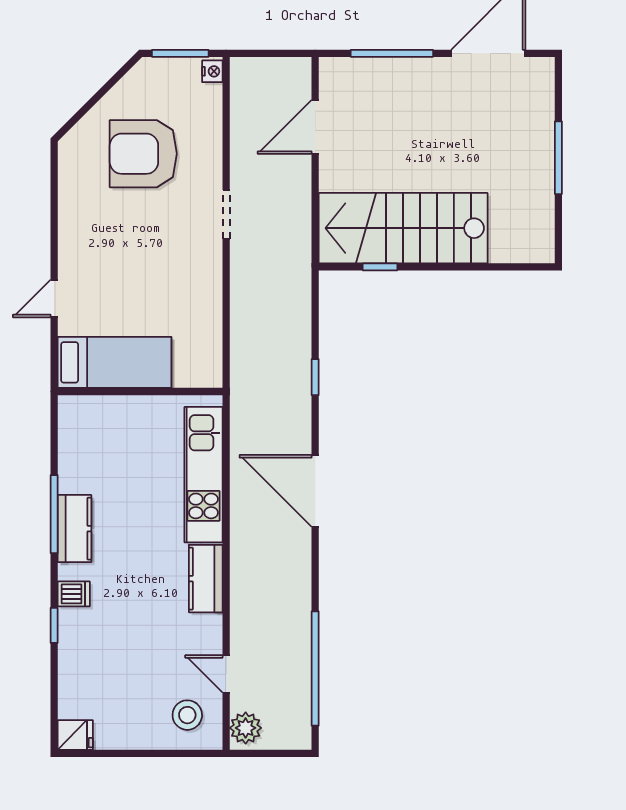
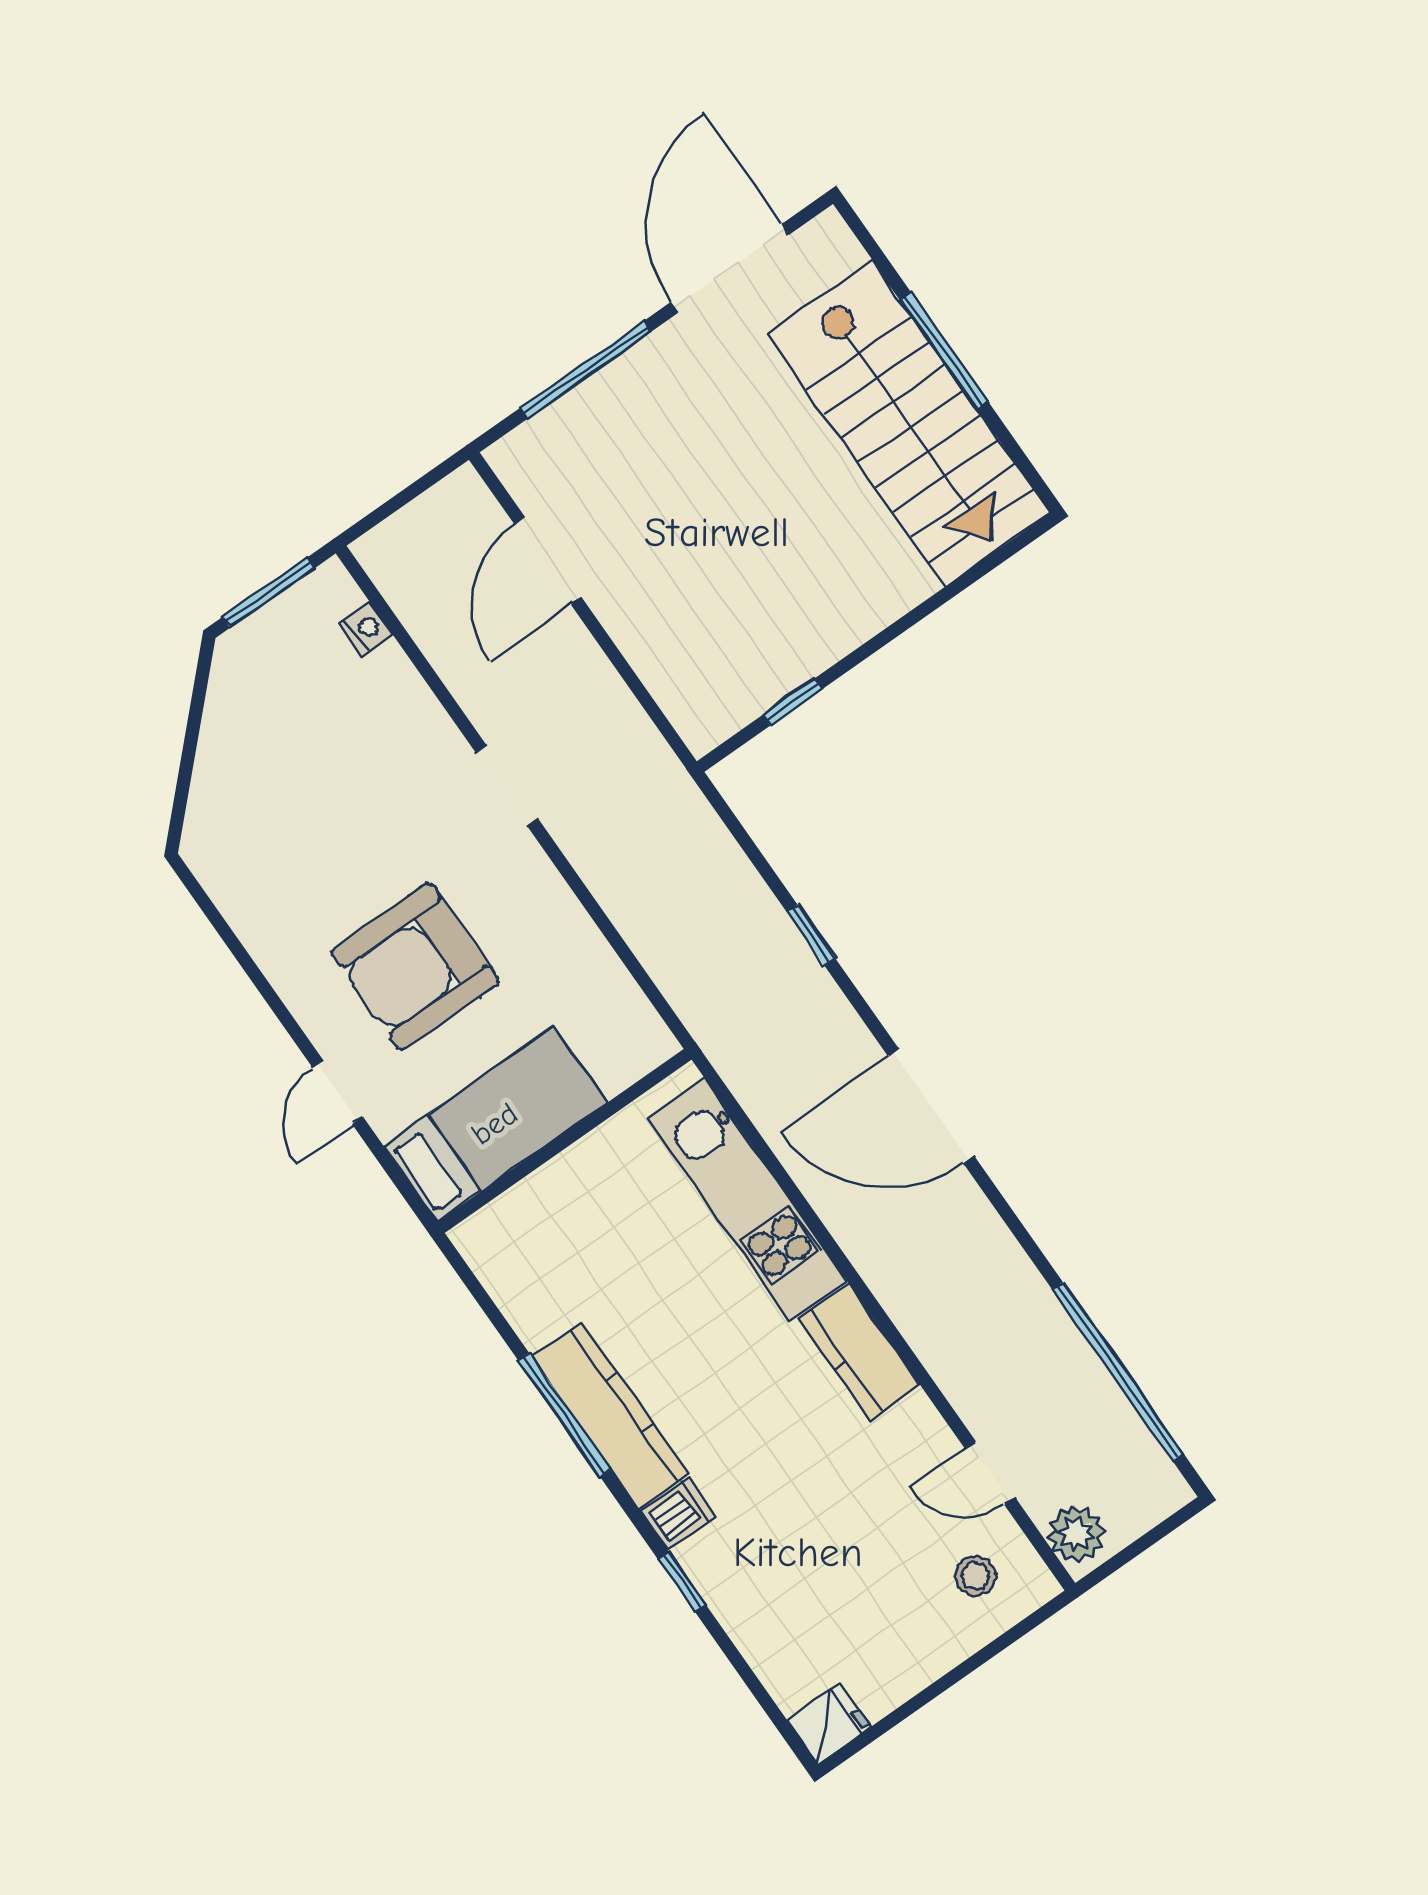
nightstand: (212, 71) -> (366, 629), moved
armchair: (143, 154) -> (415, 967), moved
stairs: (403, 228) -> (909, 424), moved, turned -90
kitchen counter: (75, 529) -> (610, 1415), width x1.50
stool: (187, 715) -> (975, 1576), width x0.73, depth x0.73

